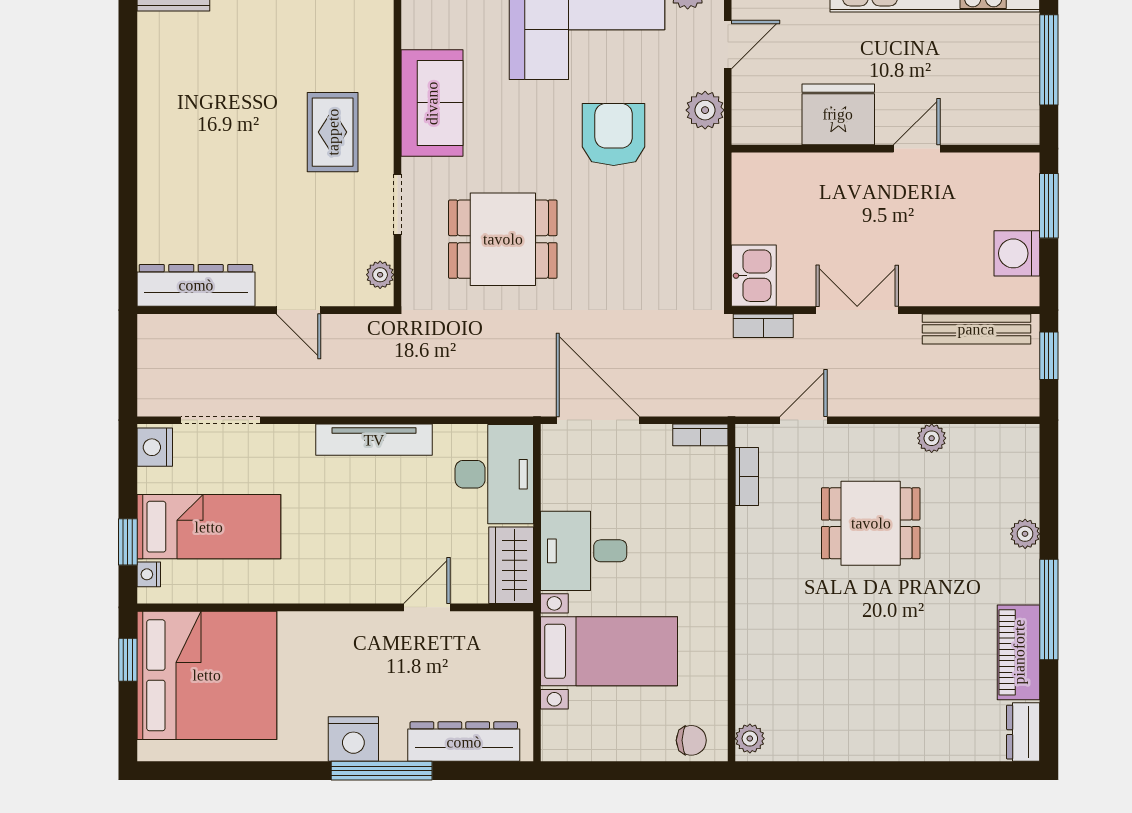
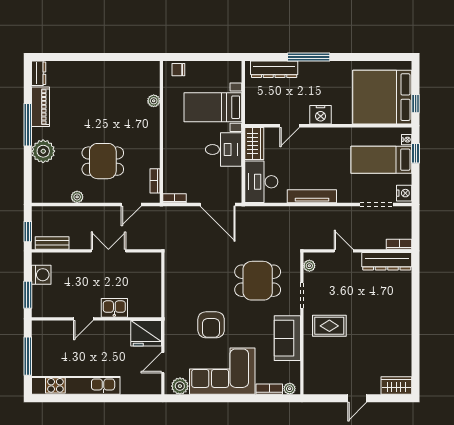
plant: (705, 110) -> (173, 335), removed
fridge: (838, 114) -> (146, 333), moved
rug: (333, 132) -> (329, 326), turned 90
kitchen sink: (754, 276) -> (114, 308), moved, turned 90
double door: (857, 310) -> (108, 251), swing flipped
bookcase: (763, 326) -> (399, 244), moved
bench: (976, 329) -> (52, 243), width x0.73
plant: (1025, 534) -> (43, 151), width x1.88, depth x1.88
nightstand: (353, 739) -> (321, 115), moved, turned 180
plant: (750, 739) -> (154, 101), moved

